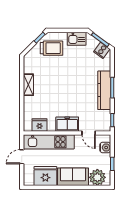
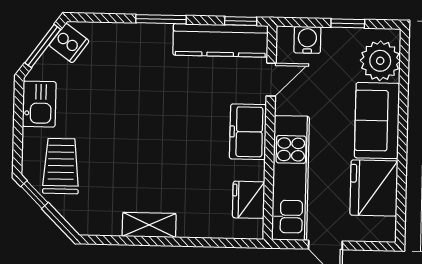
kitchen counter: (104, 90) -> (221, 40), moved

